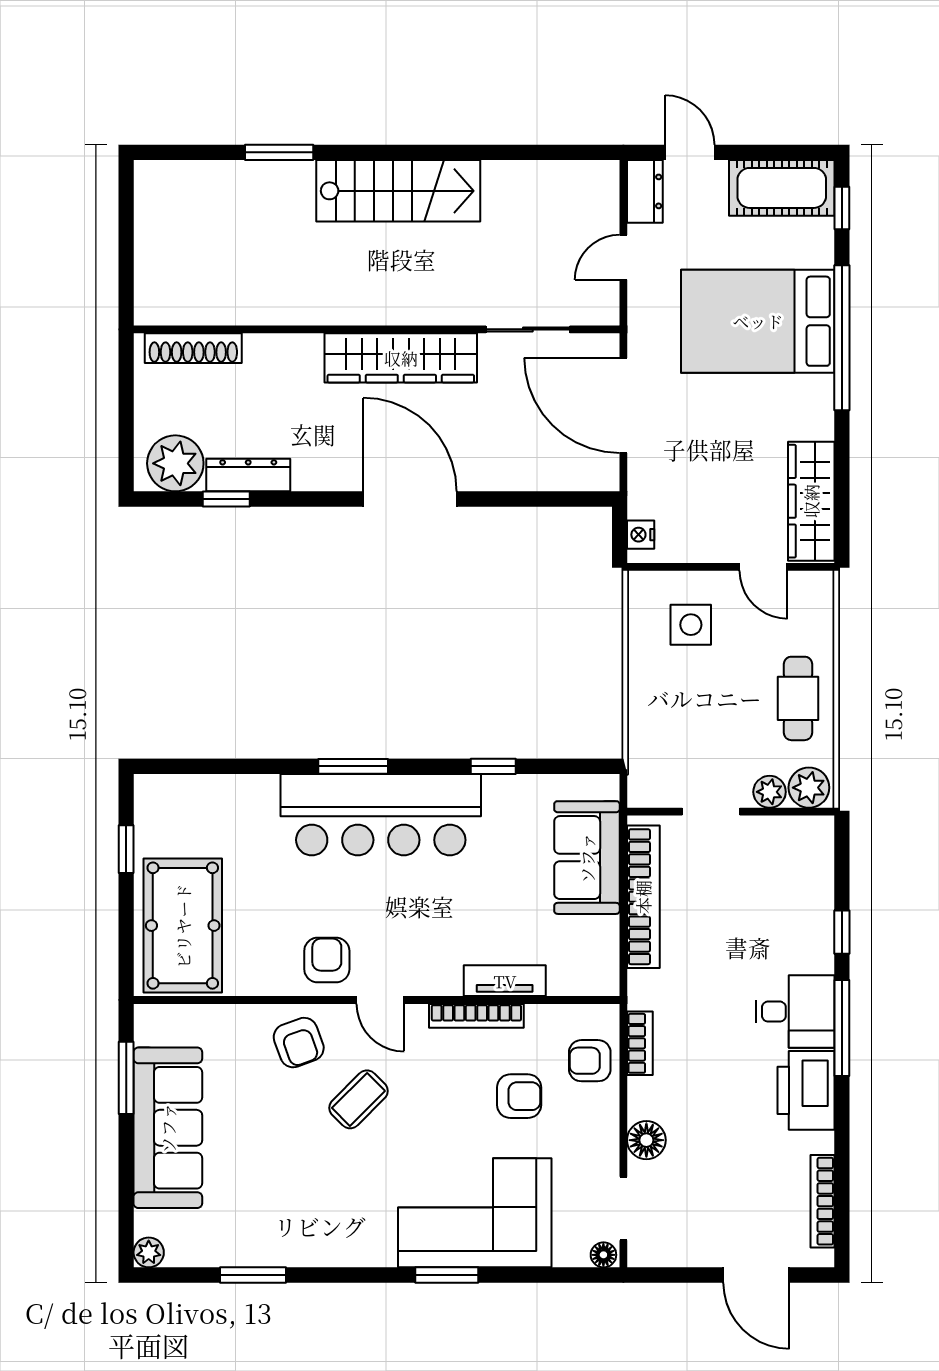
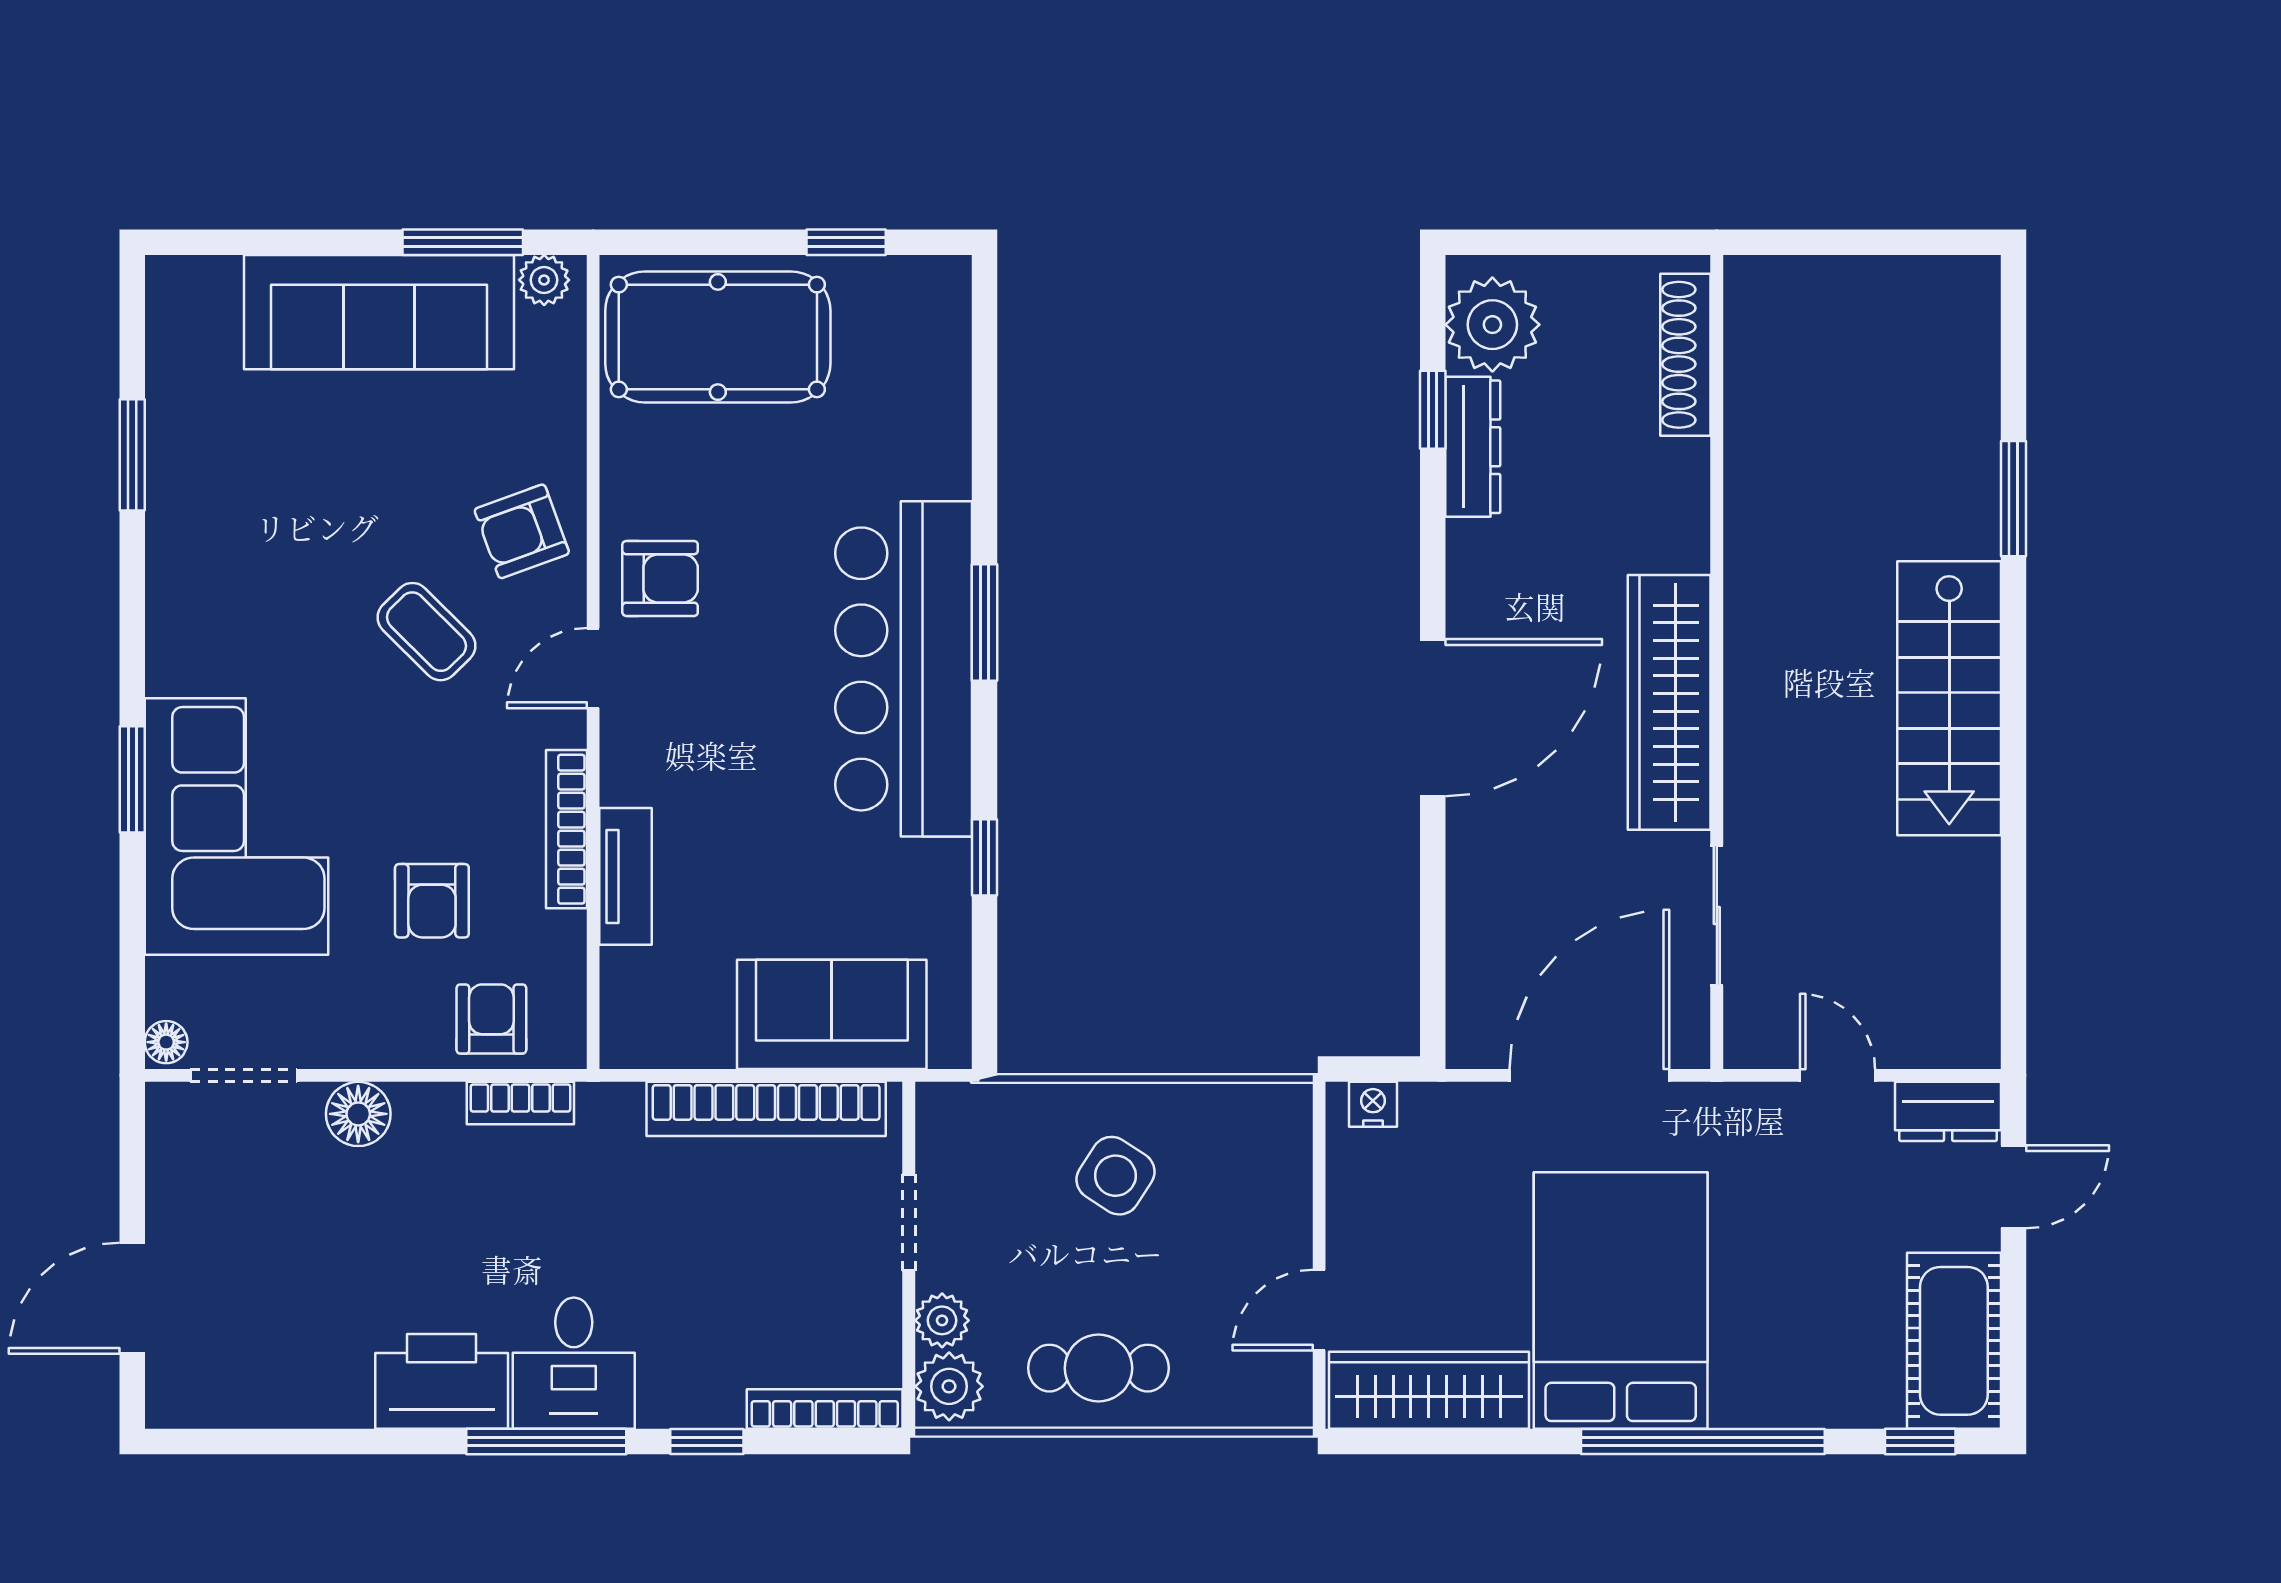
bed: (758, 321) -> (1621, 1301), moved
side table: (691, 625) -> (1115, 1176), moved, turned 33
bookcase: (822, 1201) -> (825, 1409), moved
plant: (149, 1252) -> (544, 280), moved

